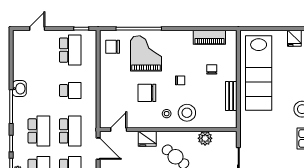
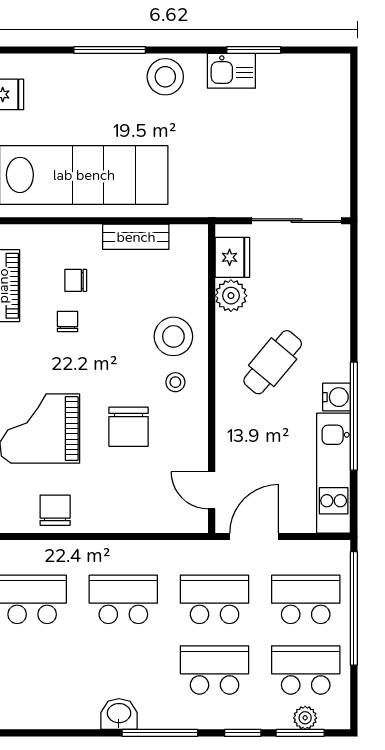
chair: (113, 47) -> (55, 510), moved, turned 180
chair: (180, 80) -> (68, 321), moved
school desk: (70, 91) -> (123, 599), width x1.85
fridge: (147, 139) -> (232, 257), moved

